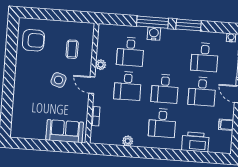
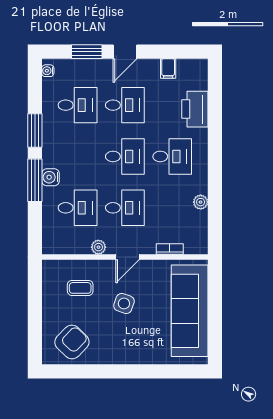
armchair: (33, 40) -> (72, 342), turned 44
sofa: (65, 131) -> (190, 311), width x1.85, depth x1.27

